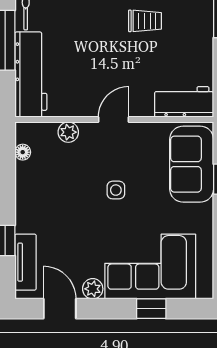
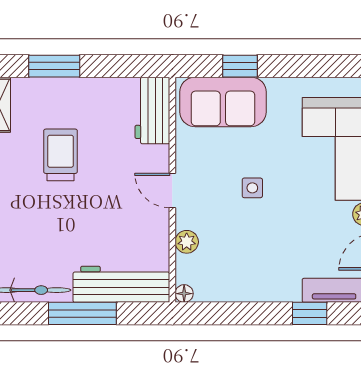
trolley: (145, 21) -> (61, 155), width x1.36, depth x1.39
floor lamp: (23, 152) -> (184, 294), moved

